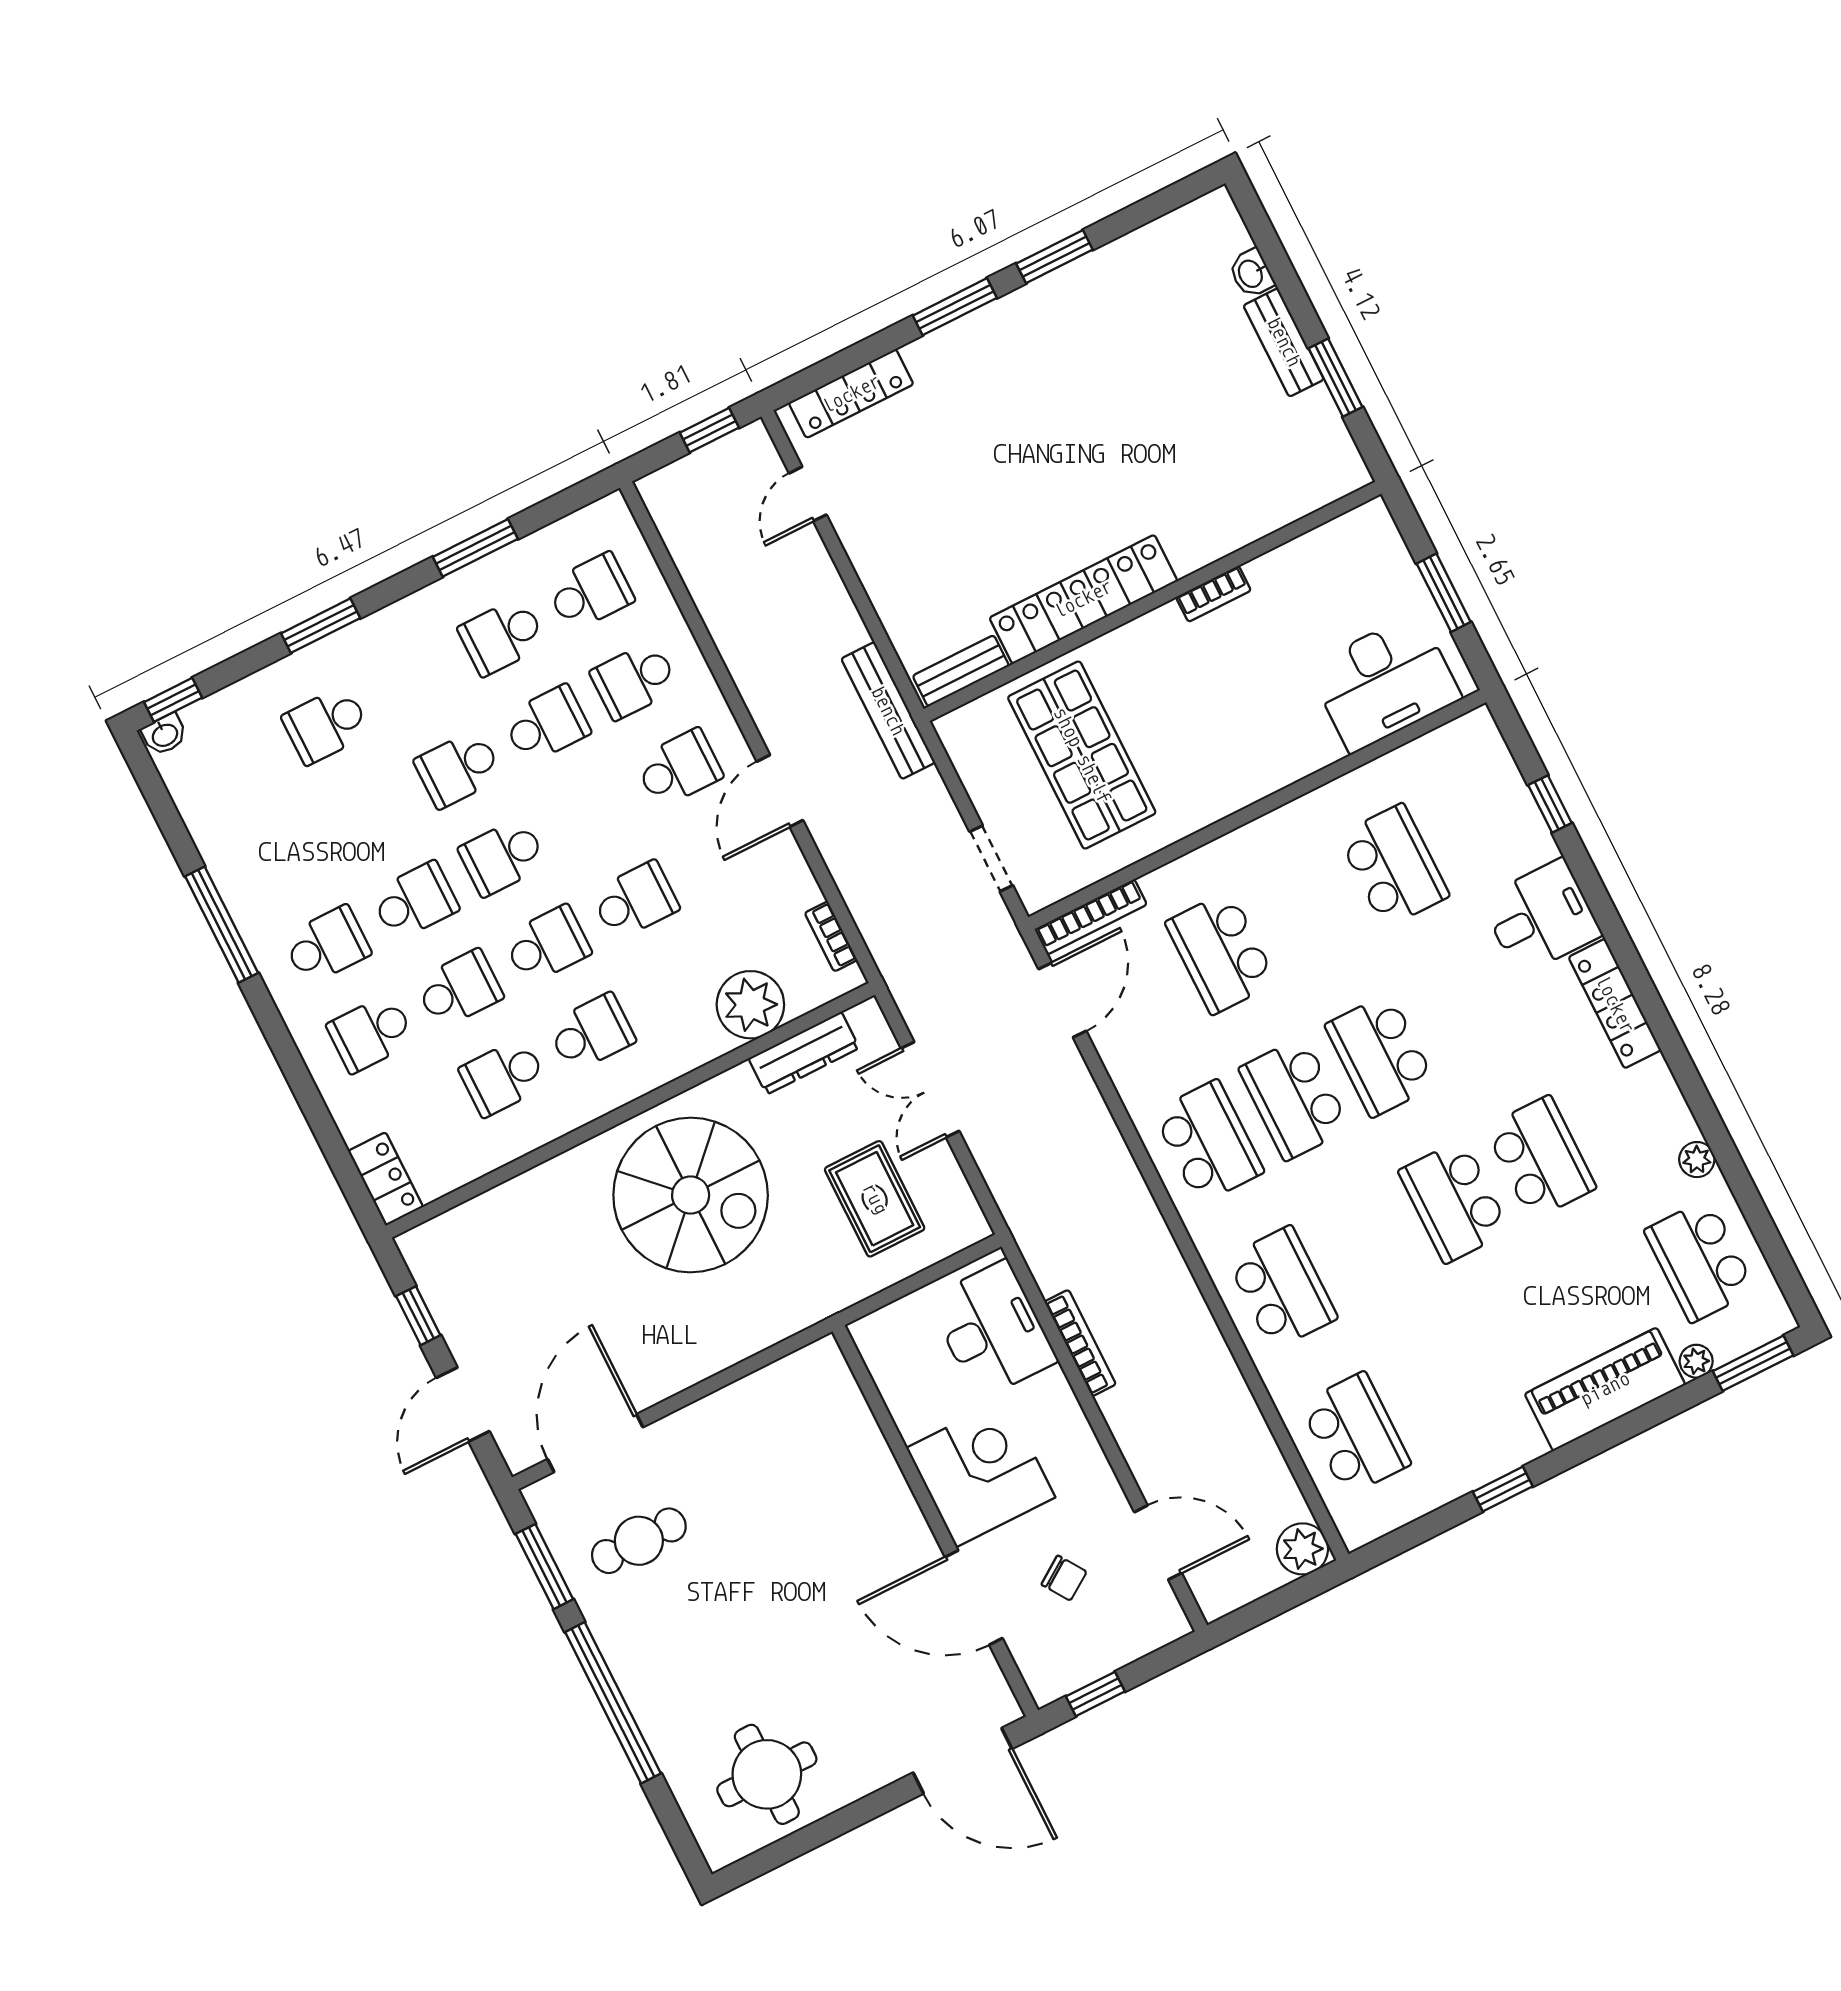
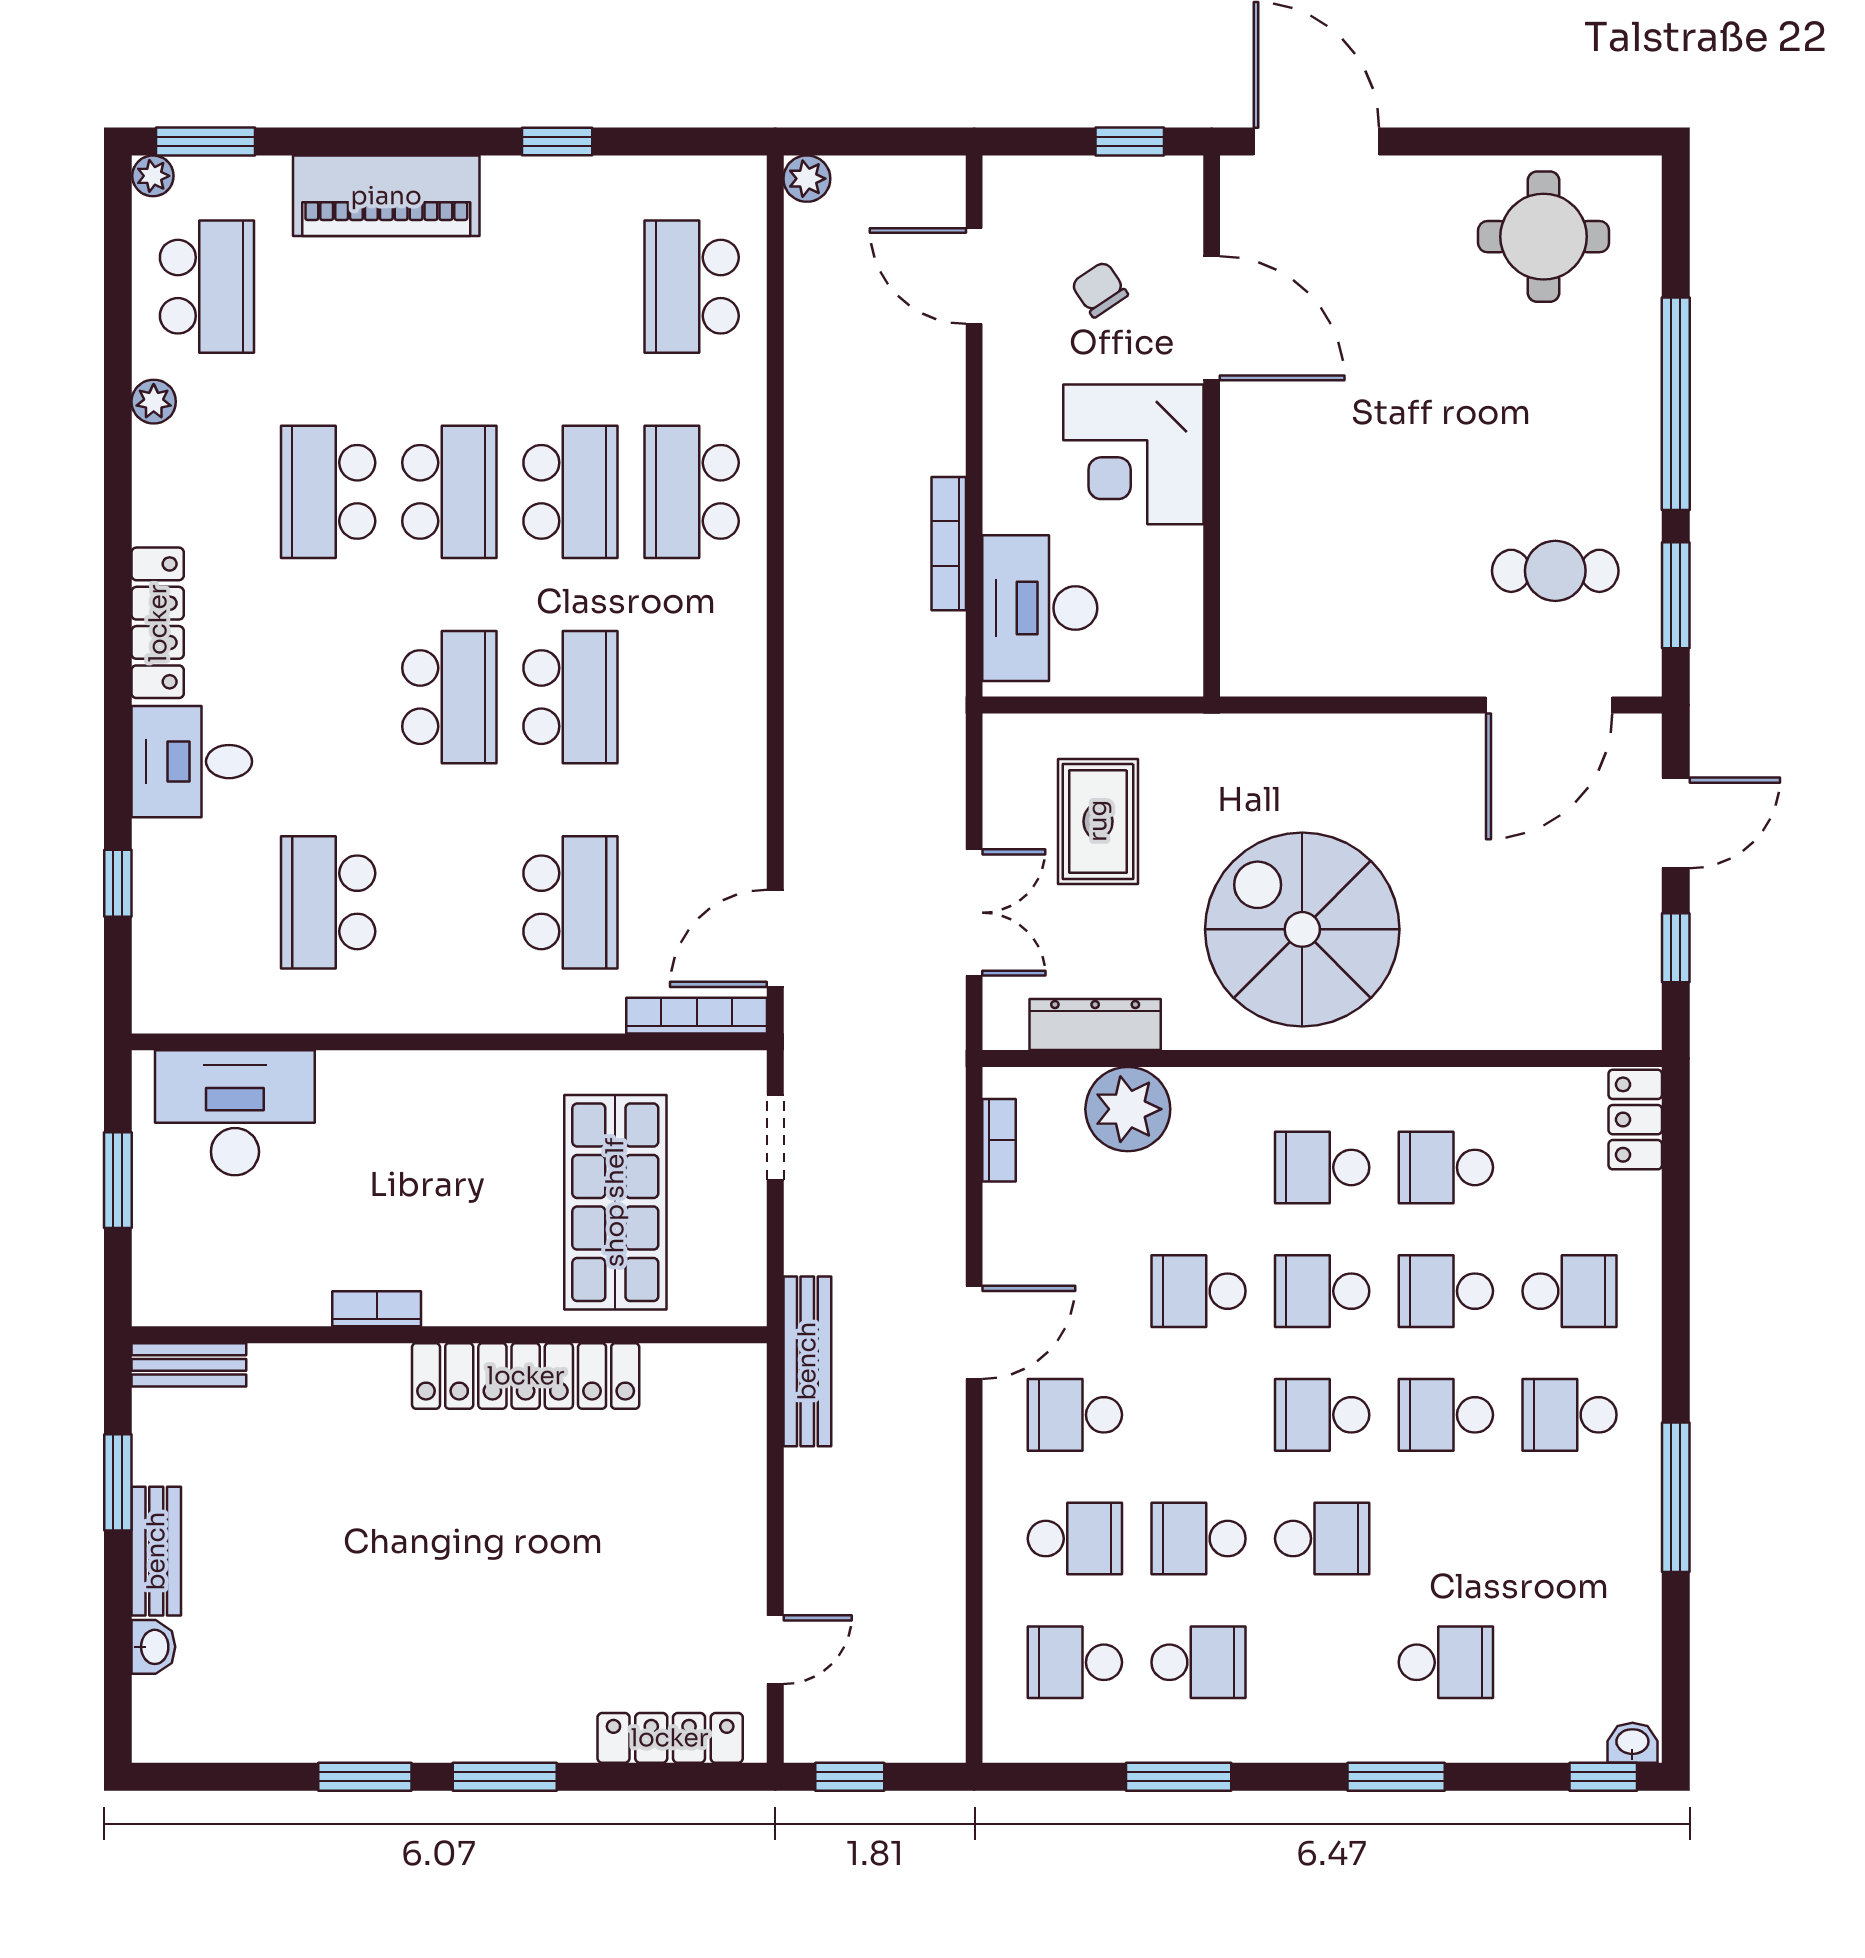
bench: (961, 671) -> (189, 1365), moved
school desk: (503, 857) -> (1322, 1415), turned 180
school desk: (503, 1077) -> (1446, 1167), turned 180
school desk: (1208, 1142) -> (570, 492), moved, turned 180
plant: (1696, 1361) -> (153, 176), moved
plant: (1302, 1549) -> (807, 179), width x0.73, depth x0.73

